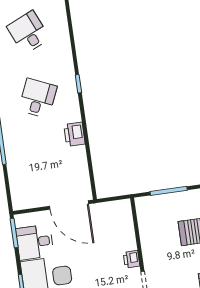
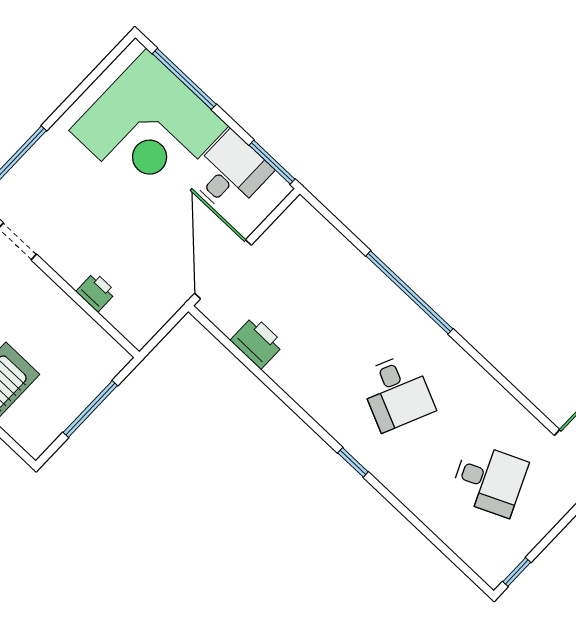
printer: (74, 134) -> (257, 342), moved
door: (69, 205) -> (223, 269), hinge flipped
printer: (132, 259) -> (96, 292), moved

